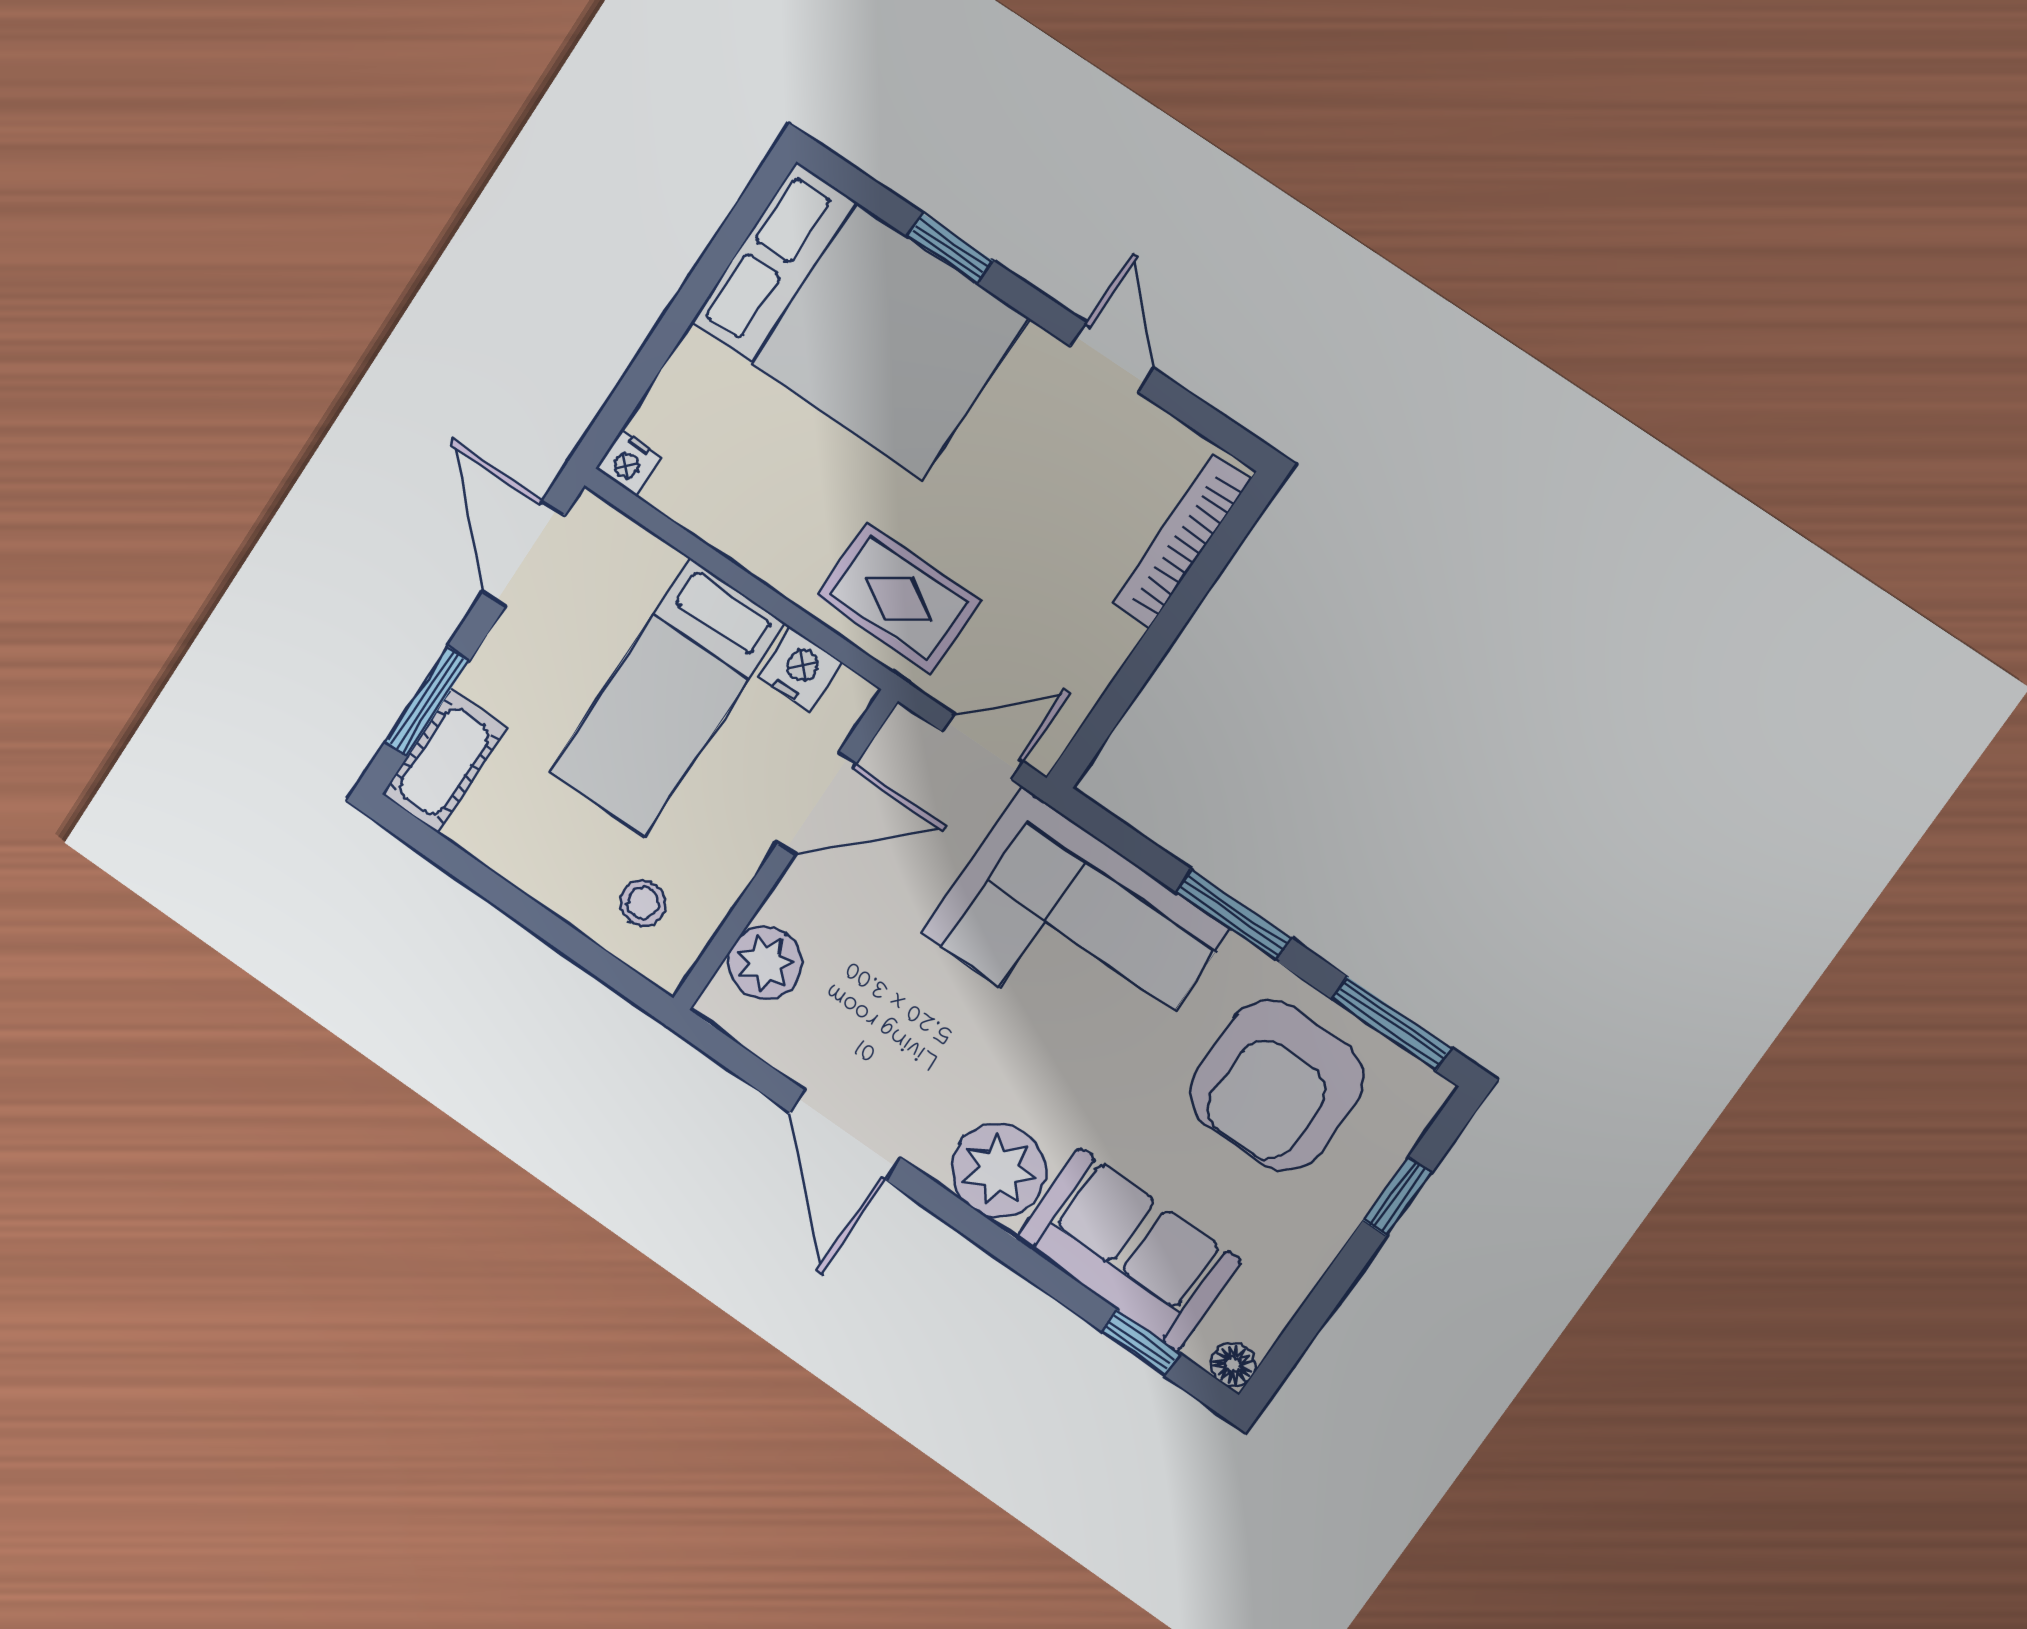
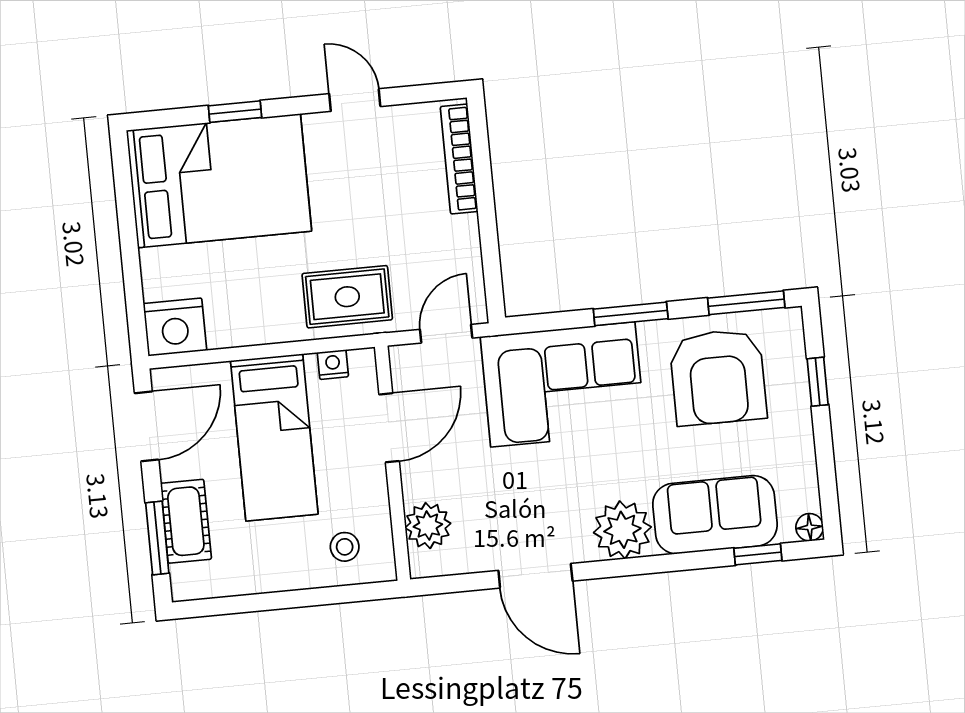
nightstand: (628, 463) -> (175, 327), width x1.89, depth x1.79
door: (524, 554) -> (147, 426), swing flipped
nightstand: (800, 669) -> (333, 365), width x0.72, depth x0.74
cot: (444, 761) -> (186, 521), moved

